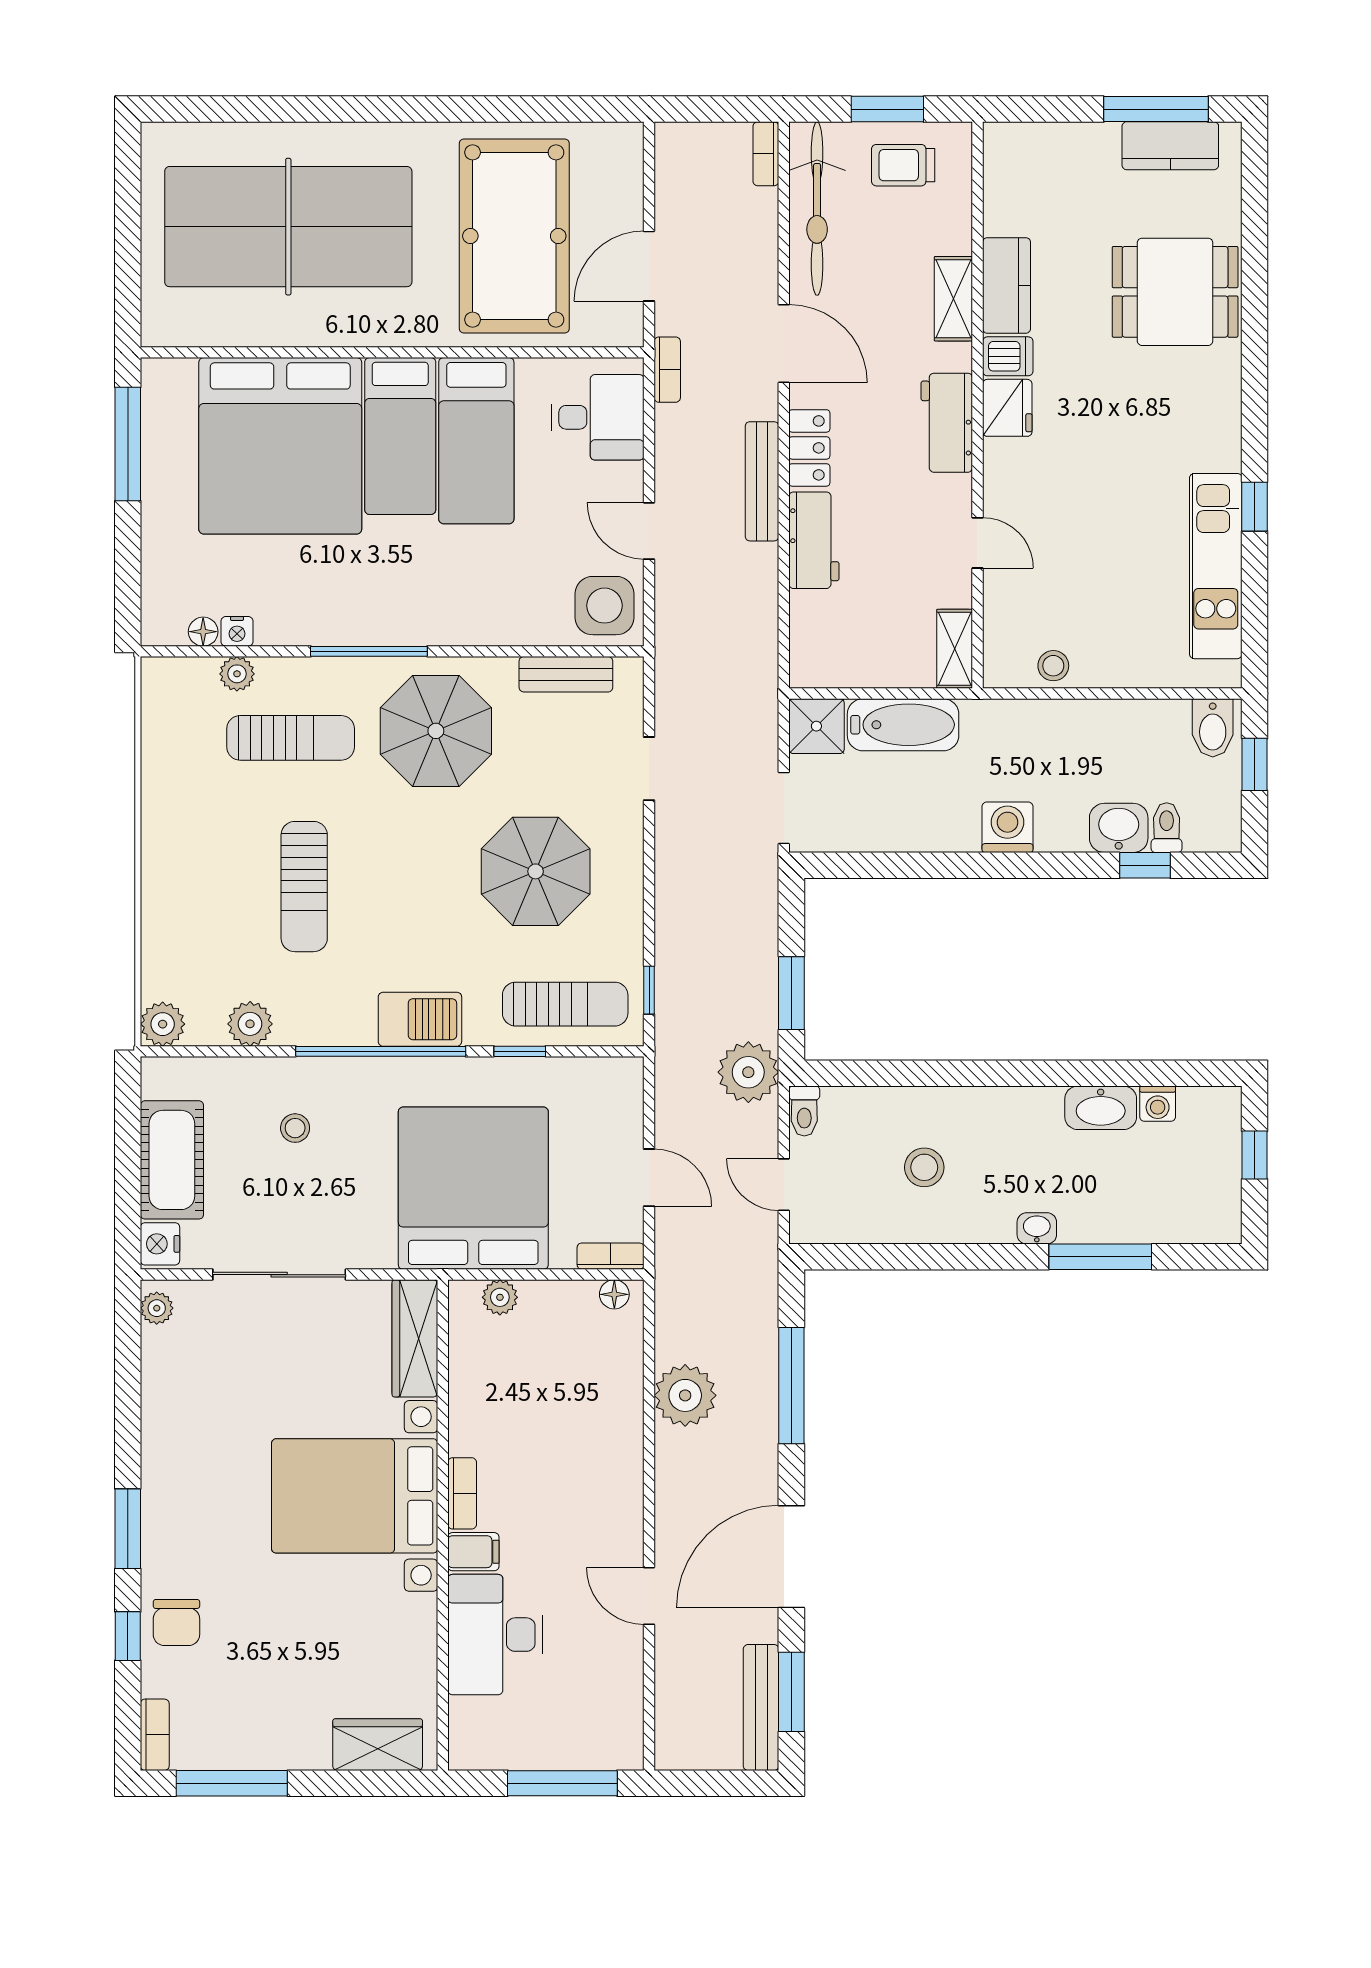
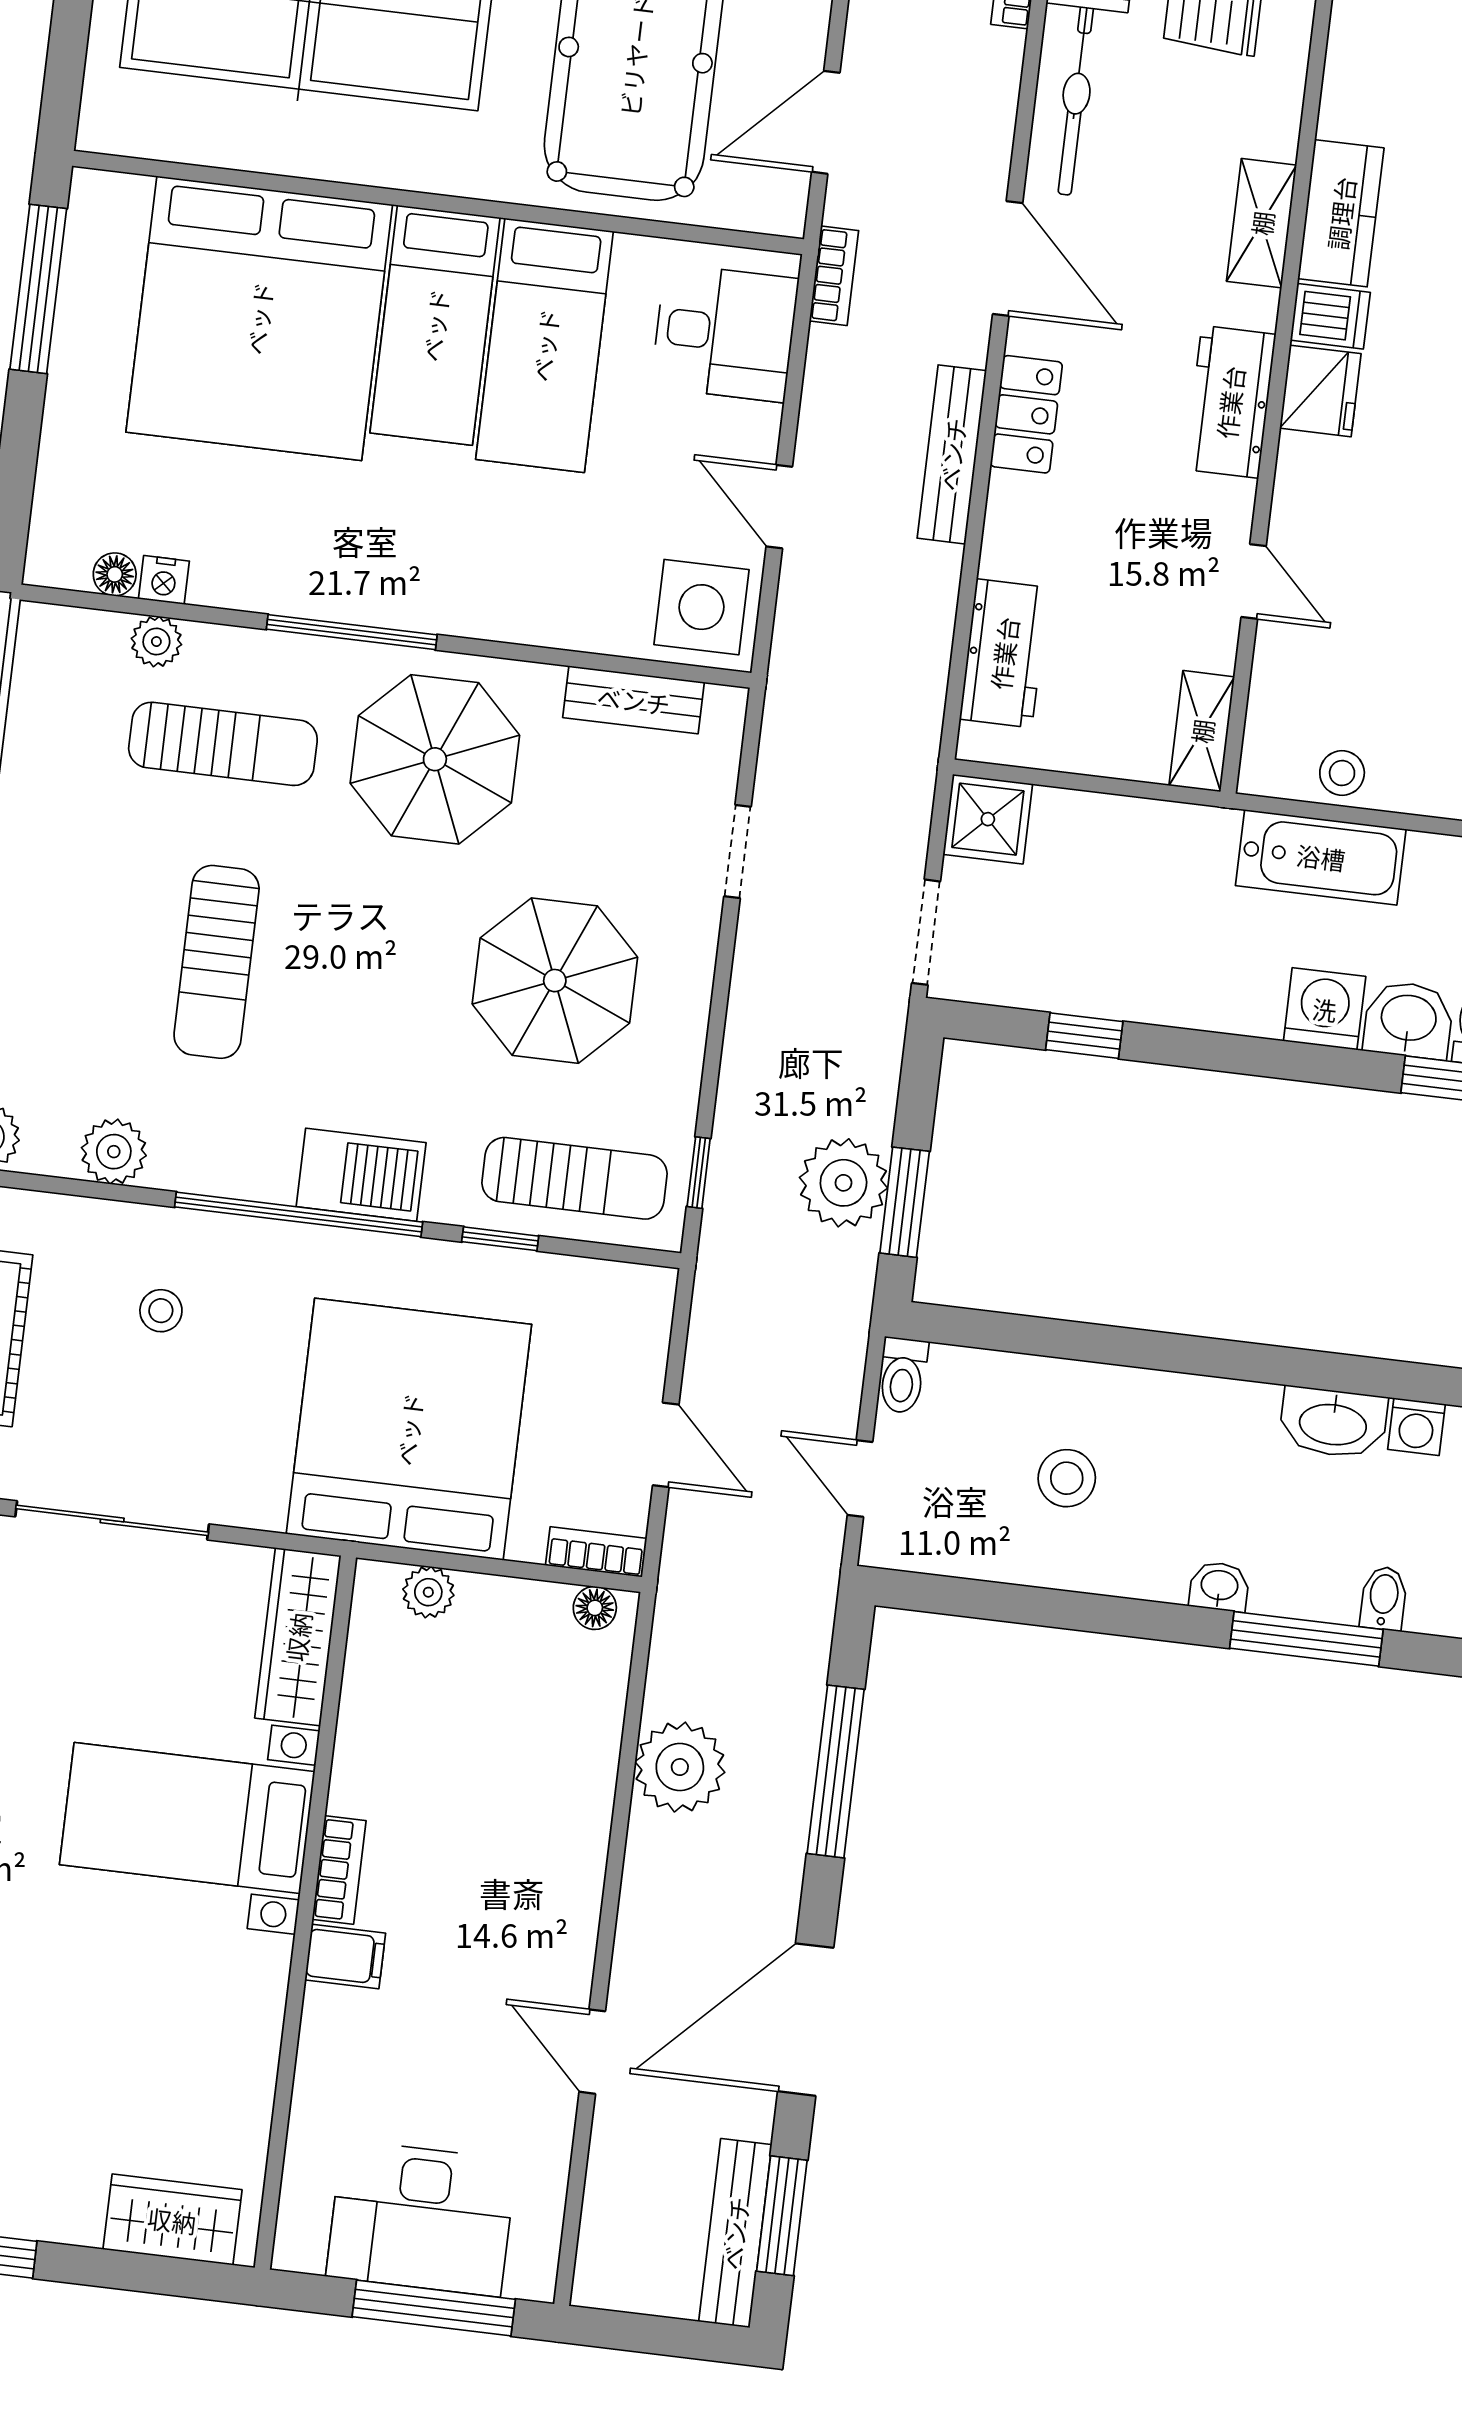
workbench: (814, 540) -> (1004, 653), moved
bathtub: (903, 725) -> (1321, 857), moved
washing machine: (1007, 827) -> (1325, 1009), moved
window: (900, 865) -> (1084, 1036), added
plant: (748, 1072) -> (843, 1183), moved
bidet: (1149, 1223) -> (1384, 1598), added
bed with nightstands: (355, 1496) -> (187, 1818), width x0.73
desk: (495, 1635) -> (421, 2218), moved, turned -90

